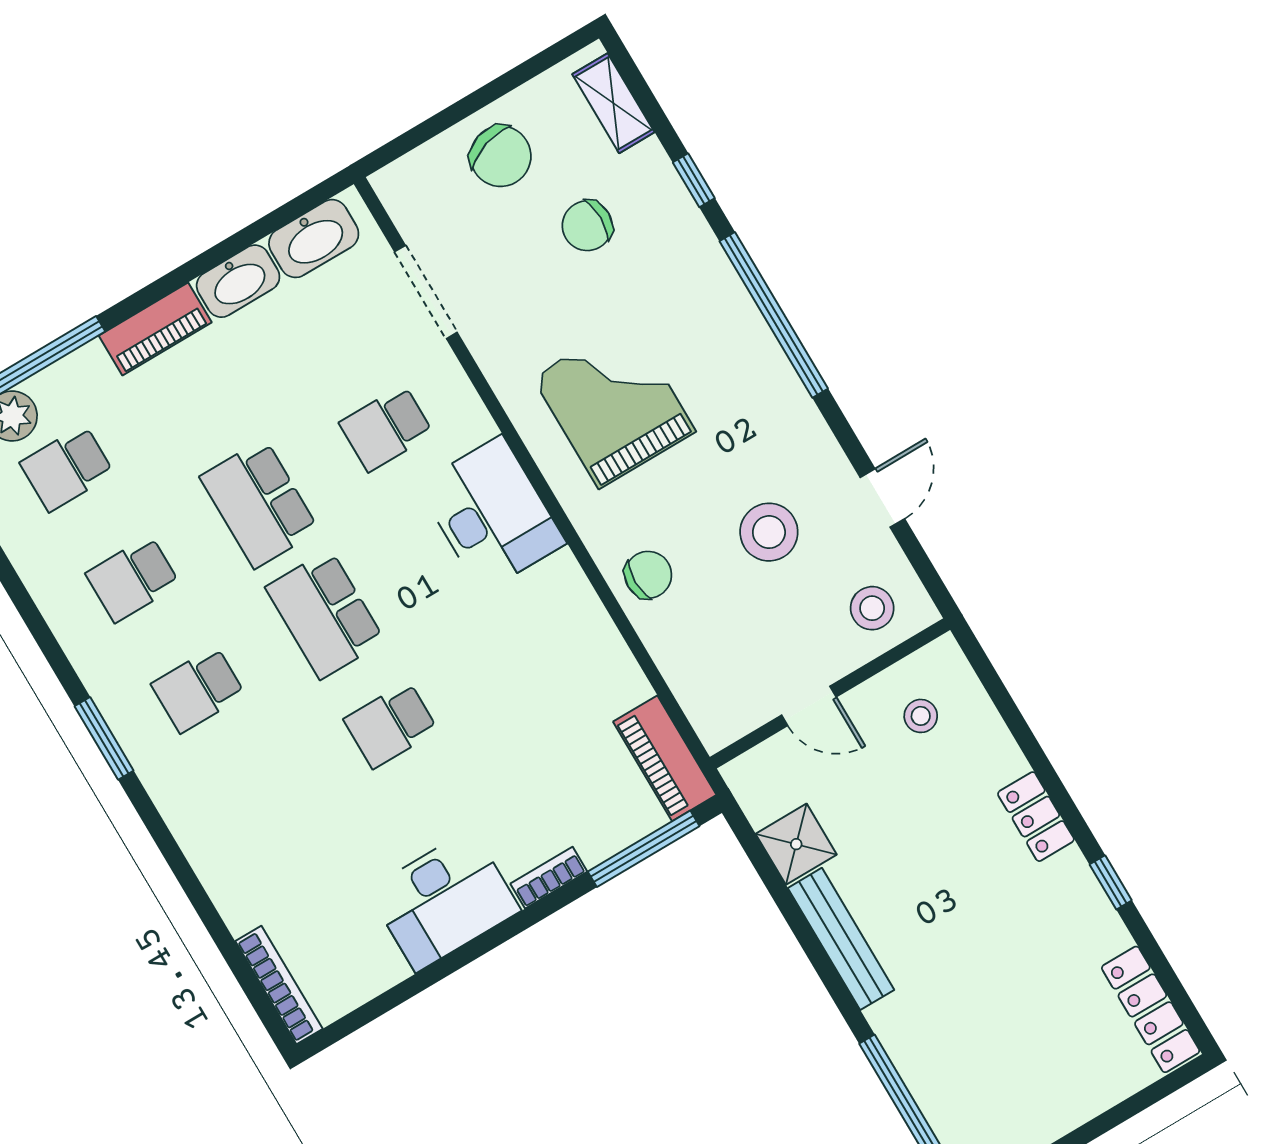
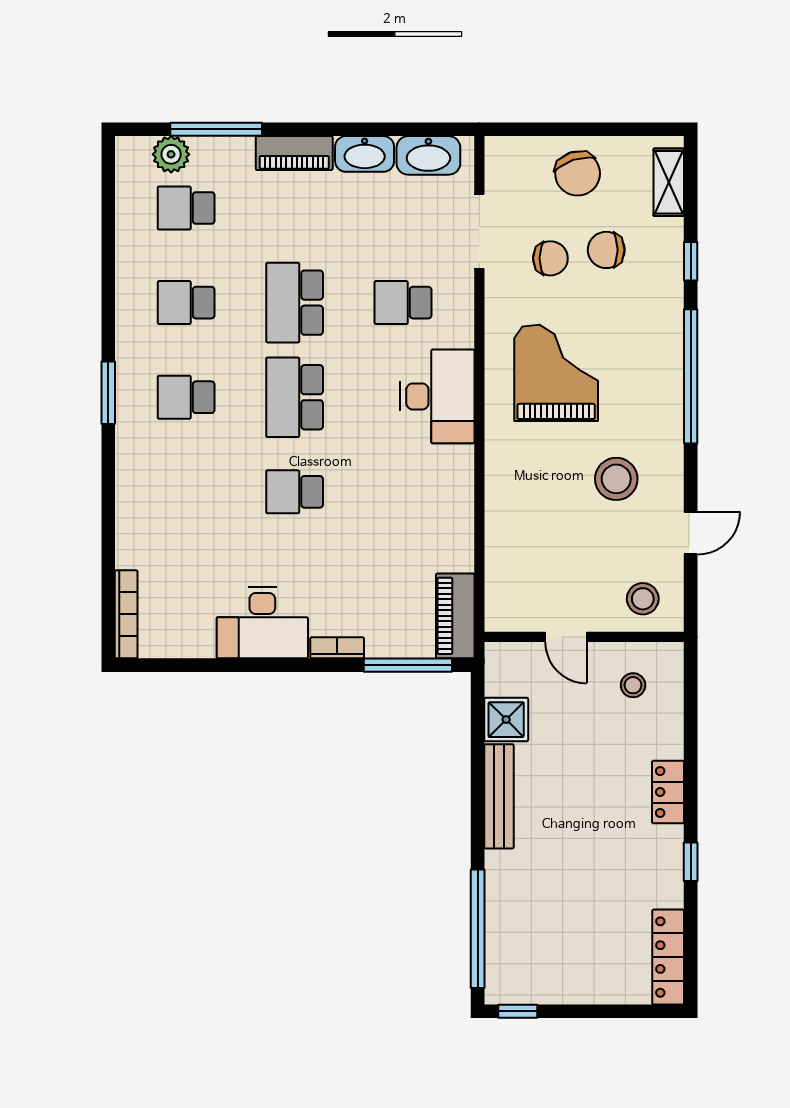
stool: (769, 532) -> (616, 479), moved
chair: (648, 575) -> (550, 258), moved

